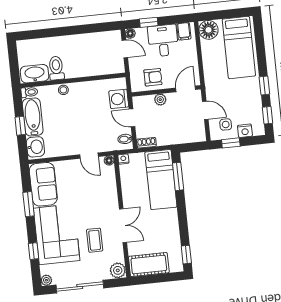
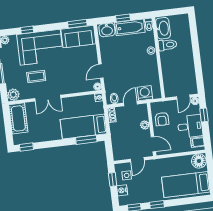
window: (29, 204) -> (77, 24), moved

